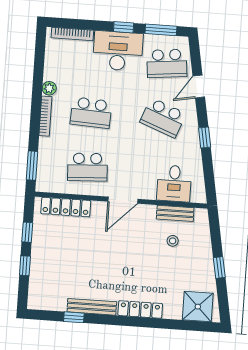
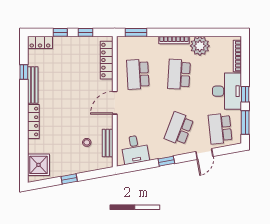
door: (199, 87) -> (204, 154), swing flipped
plant: (49, 88) -> (200, 46), width x1.88, depth x1.88
desk: (174, 183) -> (135, 149), moved, turned -100
door: (123, 200) -> (115, 103), hinge flipped
locker: (36, 293) -> (40, 42), added

